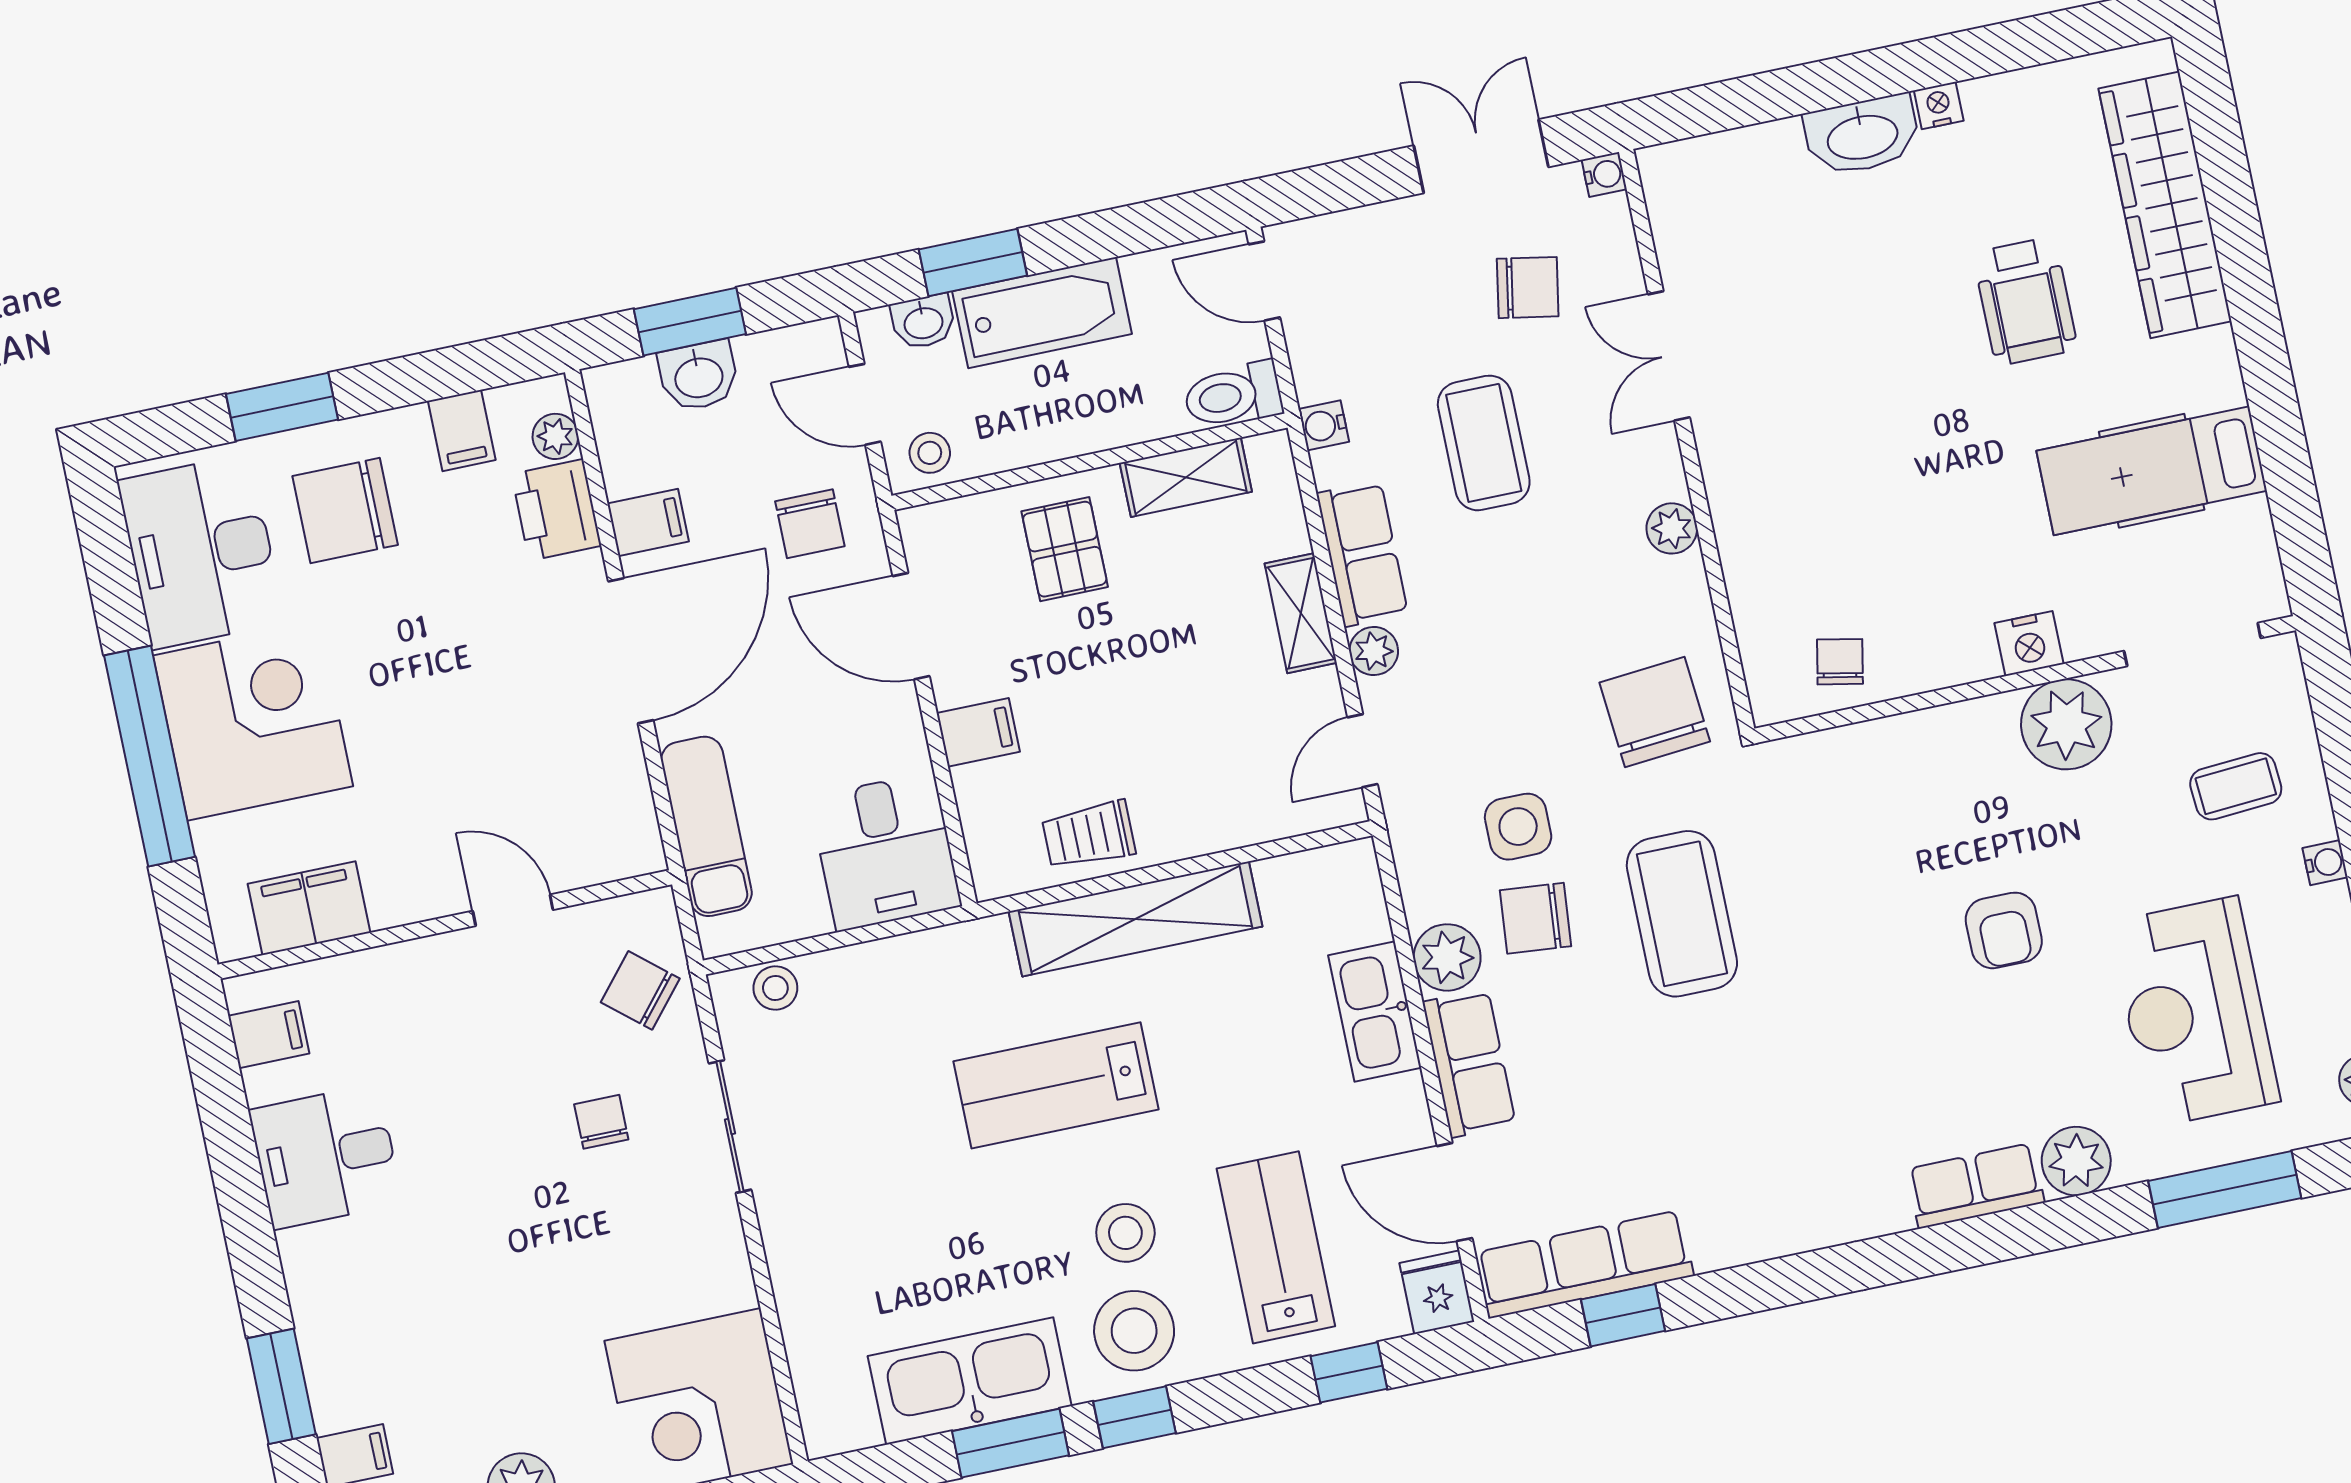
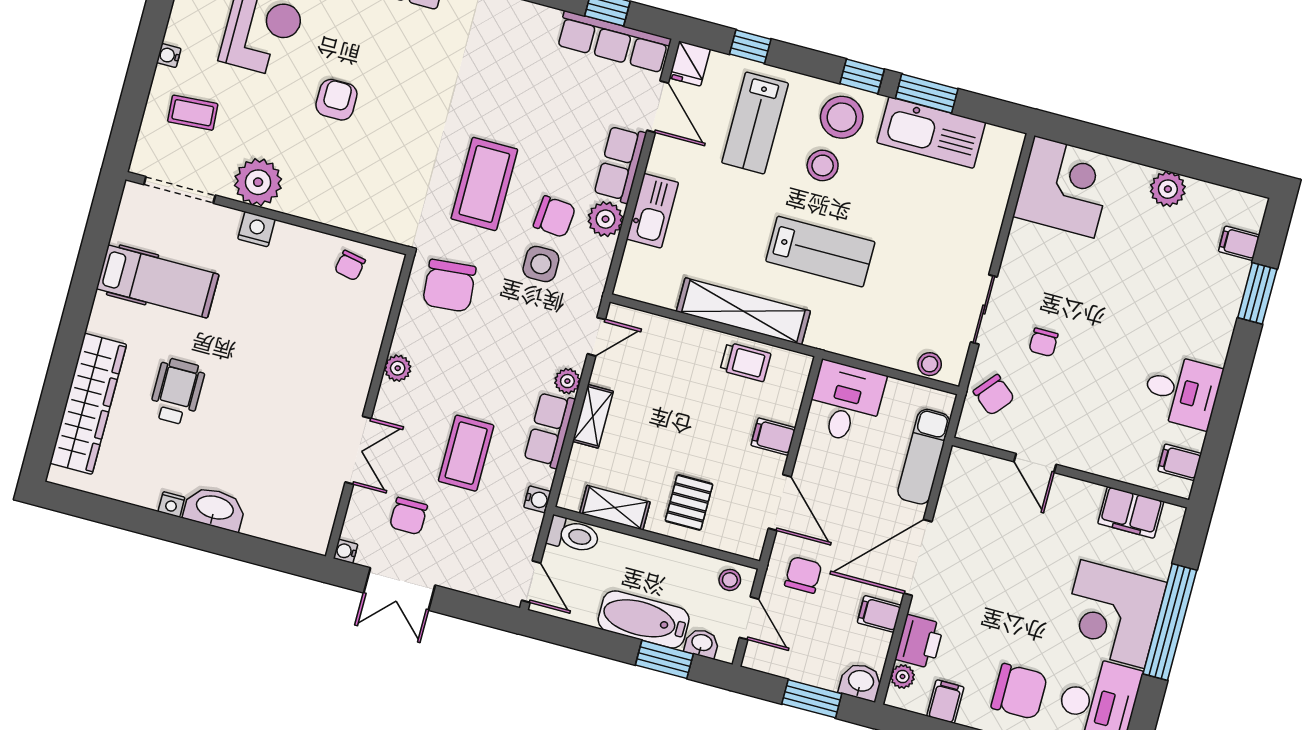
chair: (1528, 288) -> (408, 516), turned -100
washbasin: (699, 376) -> (861, 682), moved

